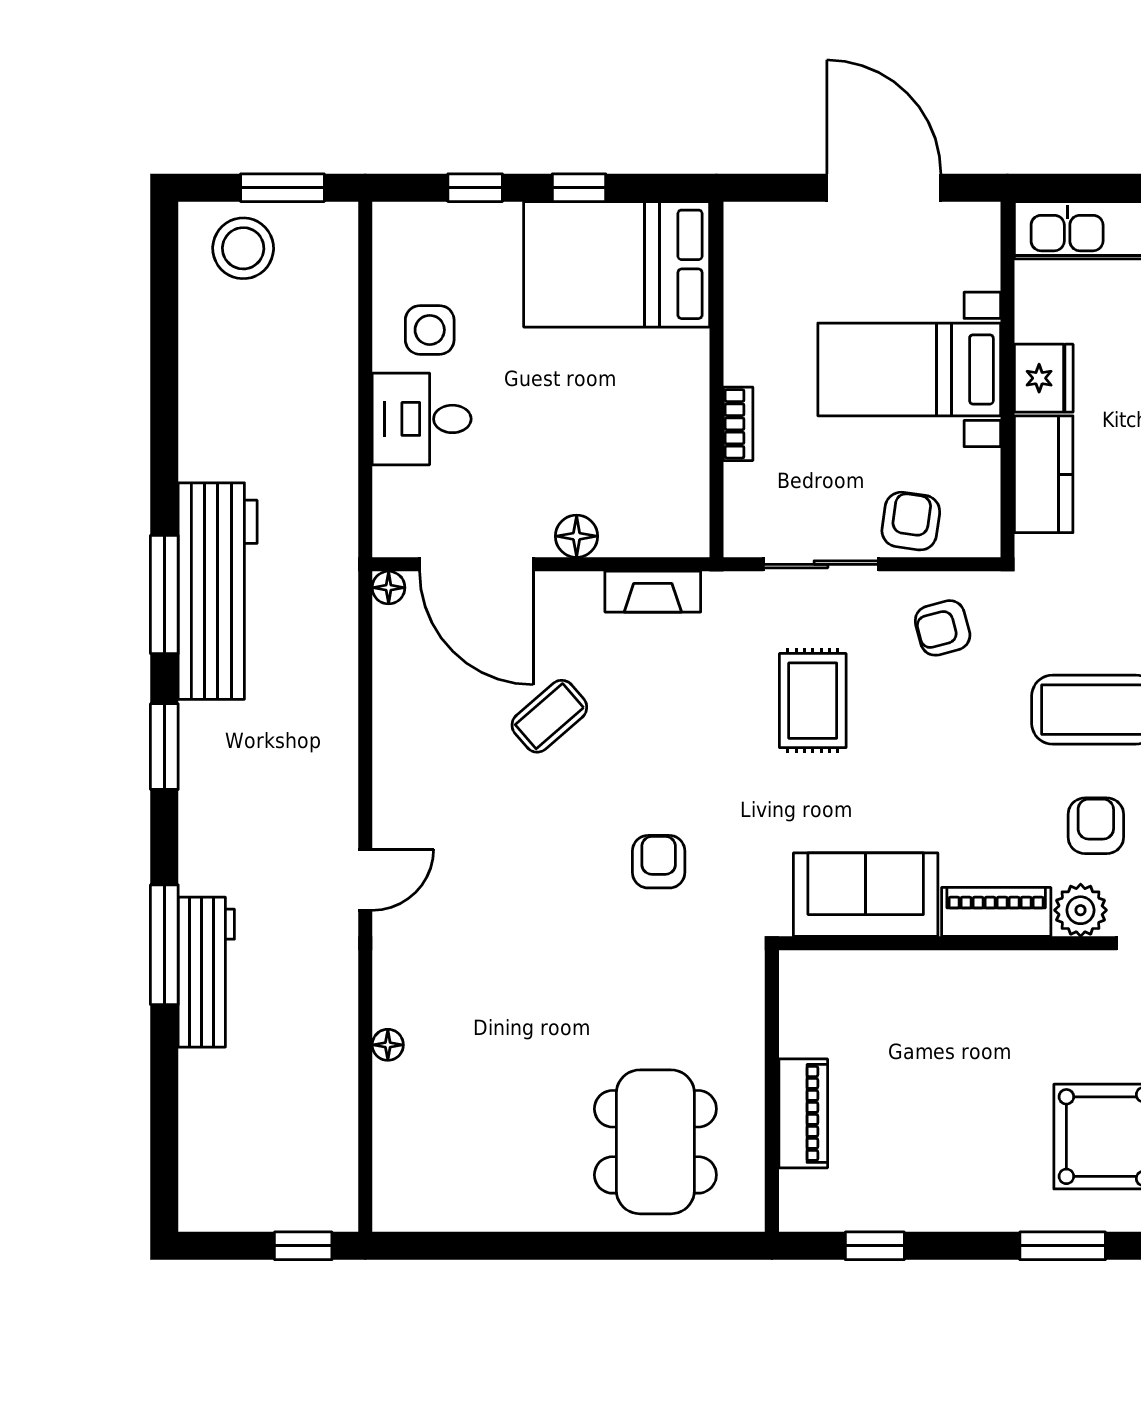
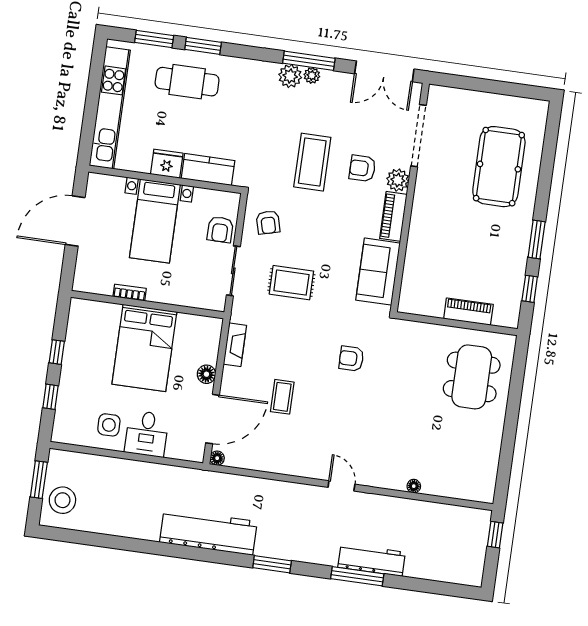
bed: (617, 264) -> (144, 348), moved
bookcase: (738, 424) -> (130, 293), moved
armchair: (911, 521) -> (220, 230), turned -98
window: (164, 594) -> (207, 555), removed
coffee table: (549, 716) -> (282, 397), turned 41
dining table: (655, 1142) -> (472, 377), turned 90
window: (1063, 1246) -> (537, 240), moved

